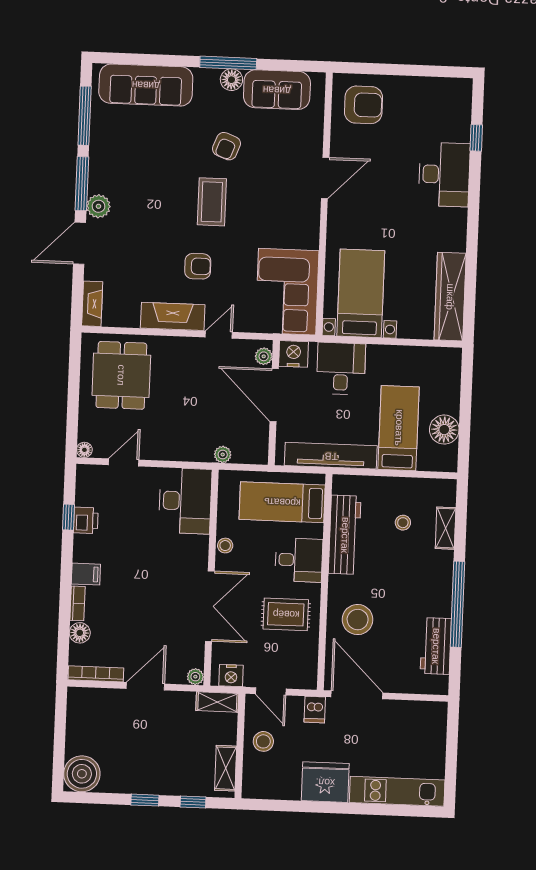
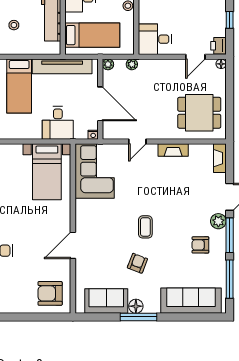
coffee table: (212, 202) -> (145, 227), width x0.73, depth x0.77
armchair: (198, 266) -> (200, 245), moved
fireplace: (173, 316) -> (173, 150), width x0.73, depth x0.76
nightstand: (294, 354) -> (93, 135), width x0.53, depth x0.56
plant: (264, 356) -> (108, 64), moved
dining table: (121, 375) -> (199, 113), turned 90
desk: (185, 501) -> (155, 39), width x0.73
printer: (86, 520) -> (218, 46), moved

